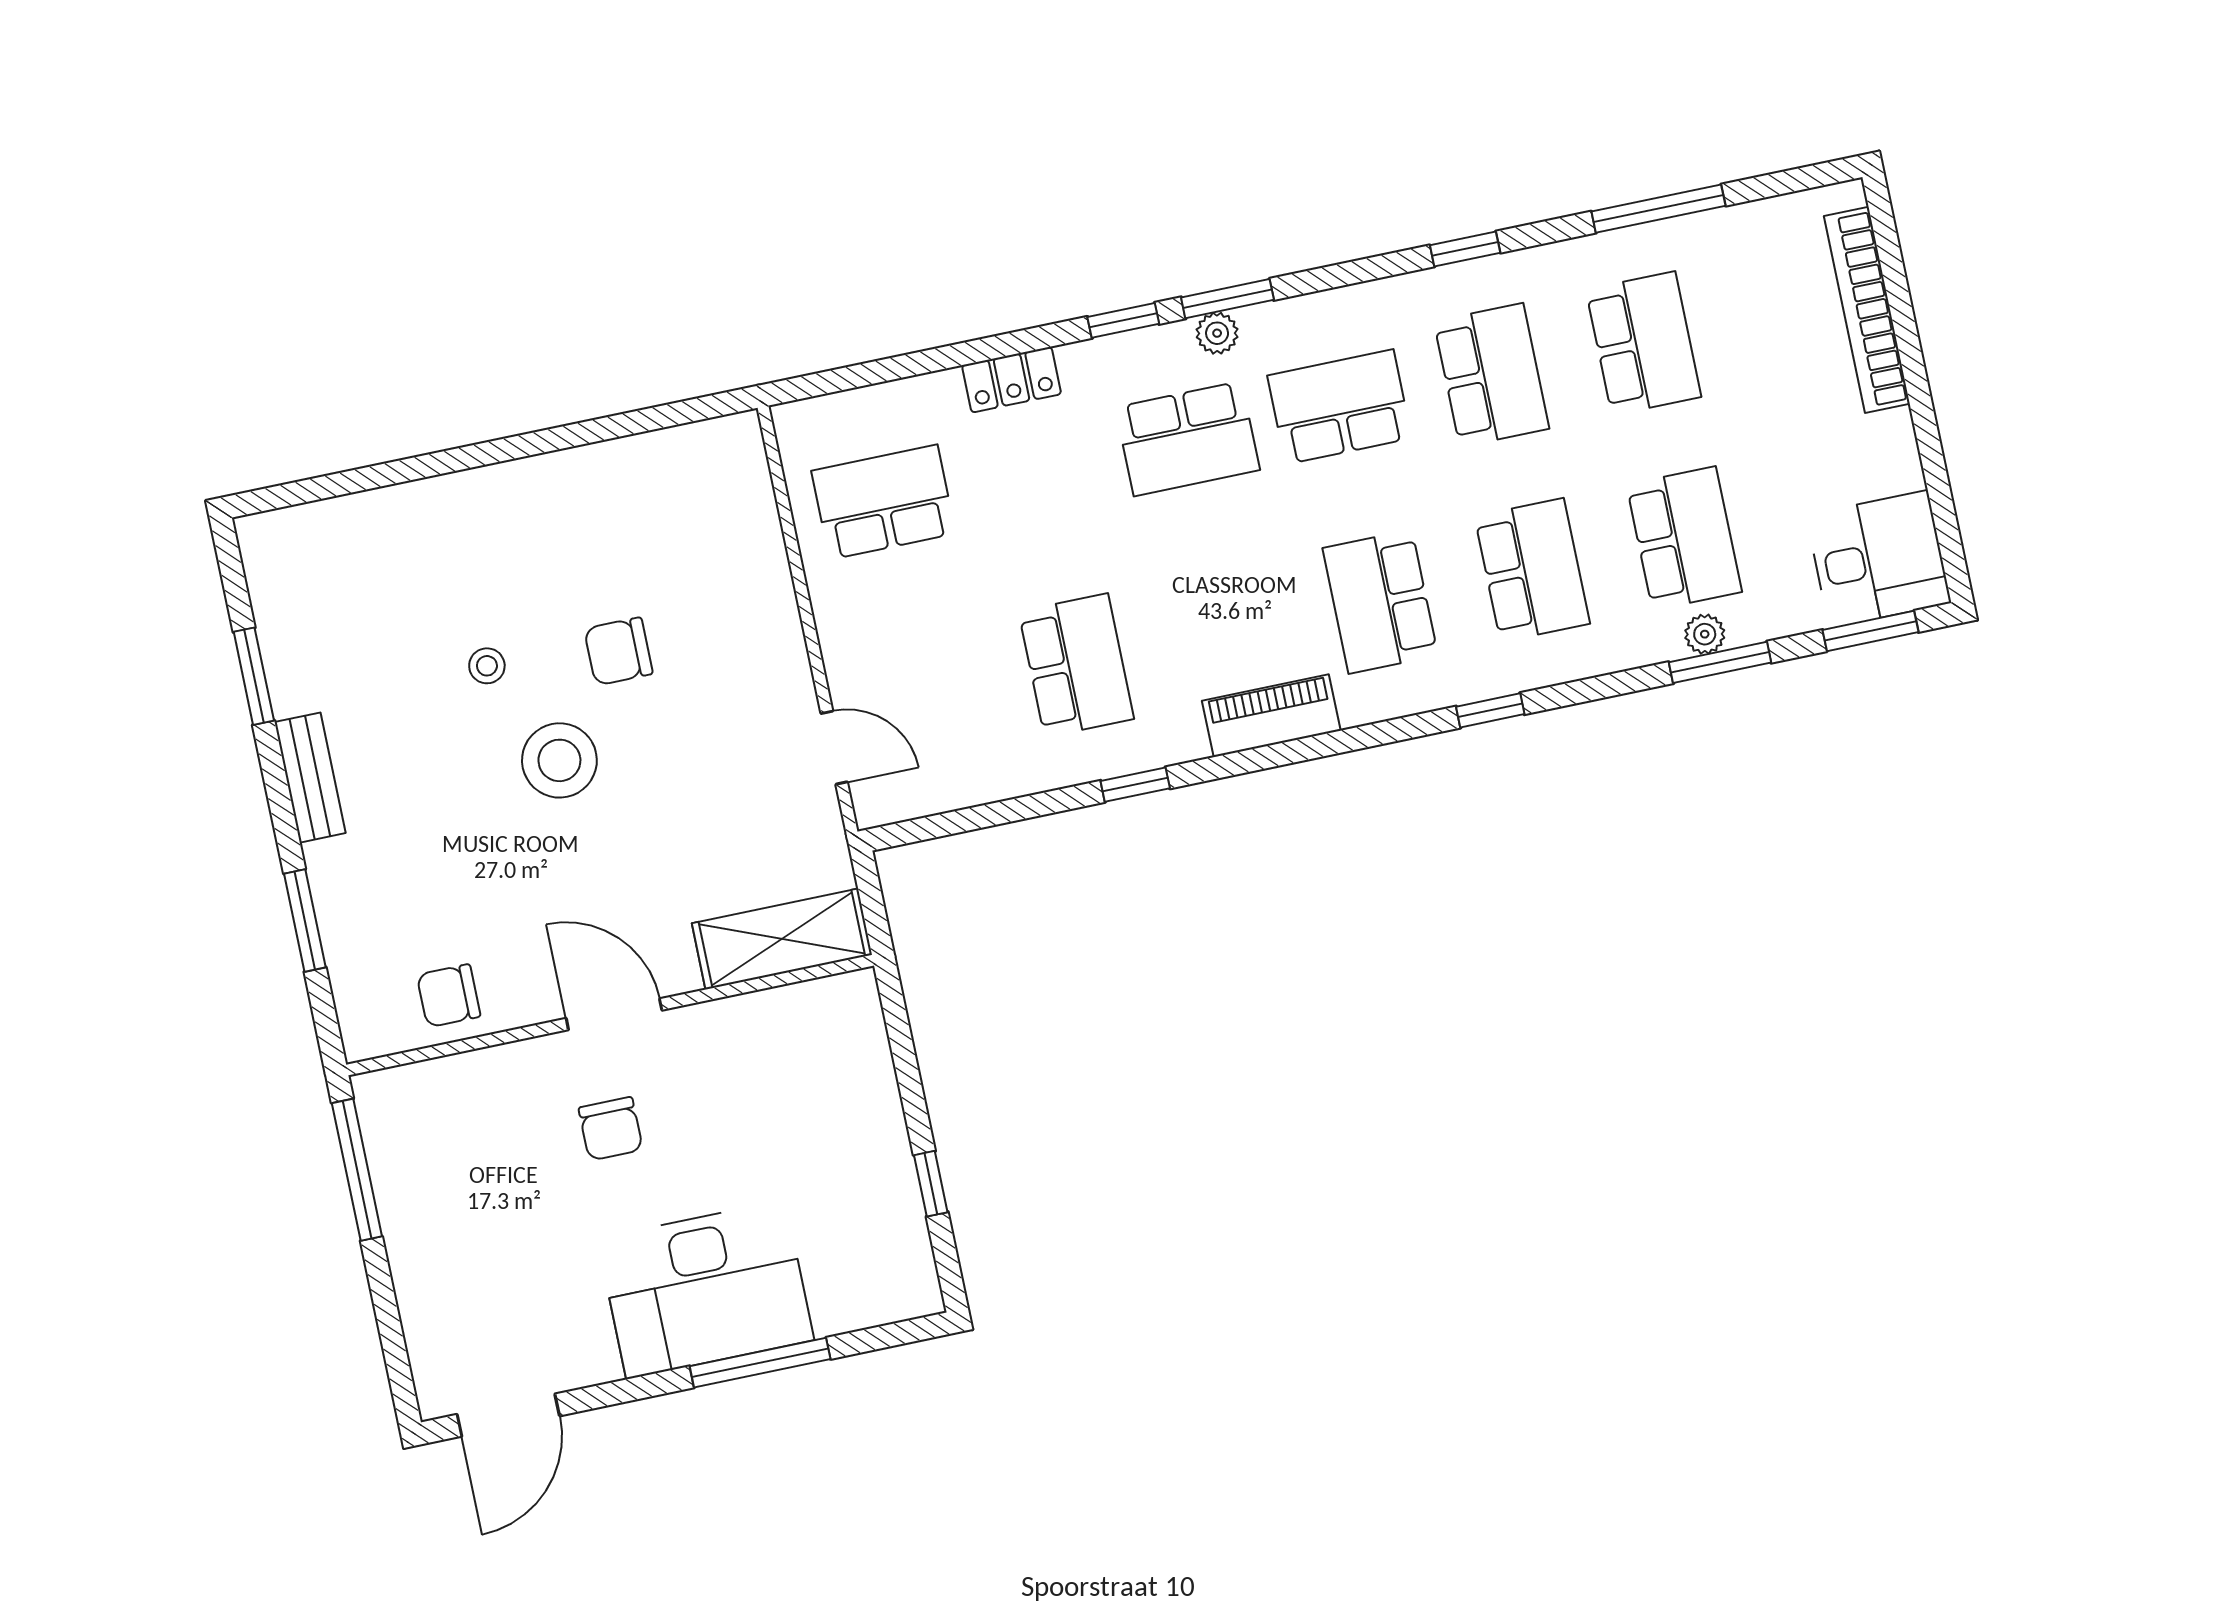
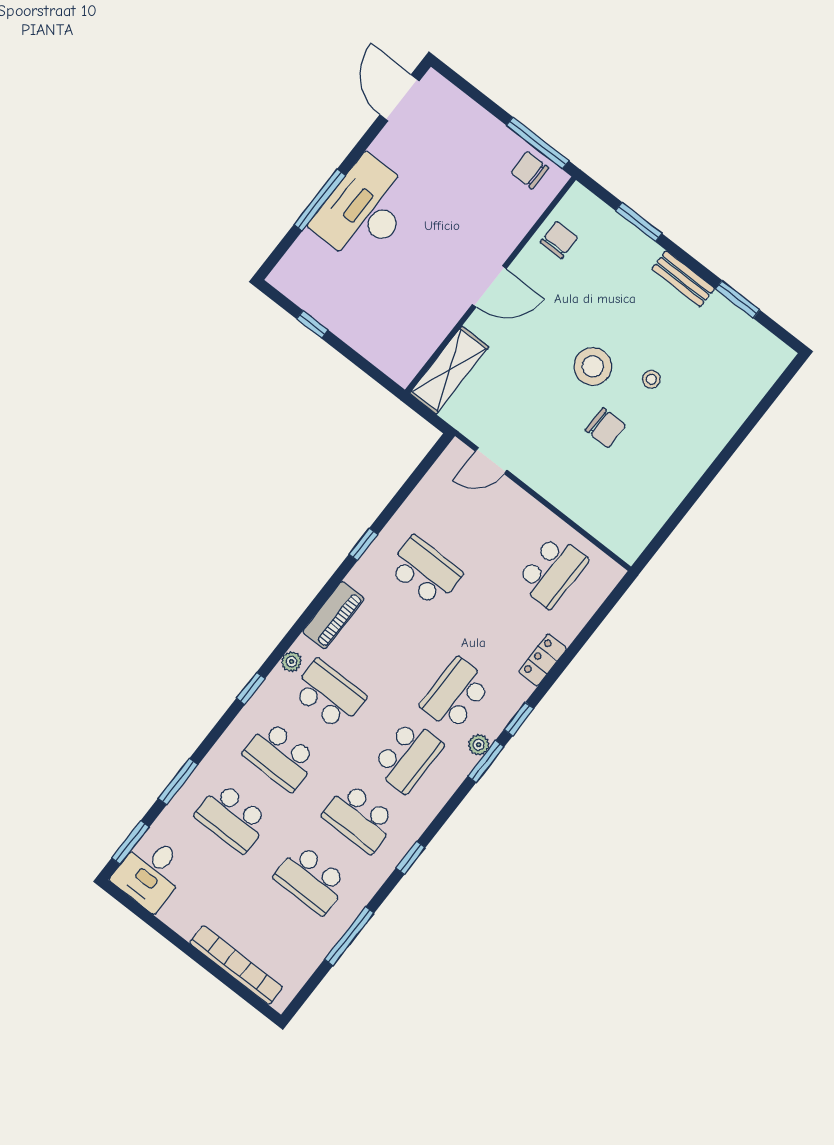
plant: (1705, 634) -> (292, 662), moved
chair: (618, 651) -> (606, 428), turned 90
school desk: (1076, 665) -> (425, 571), turned 180
chair: (611, 1129) -> (530, 170), moved

